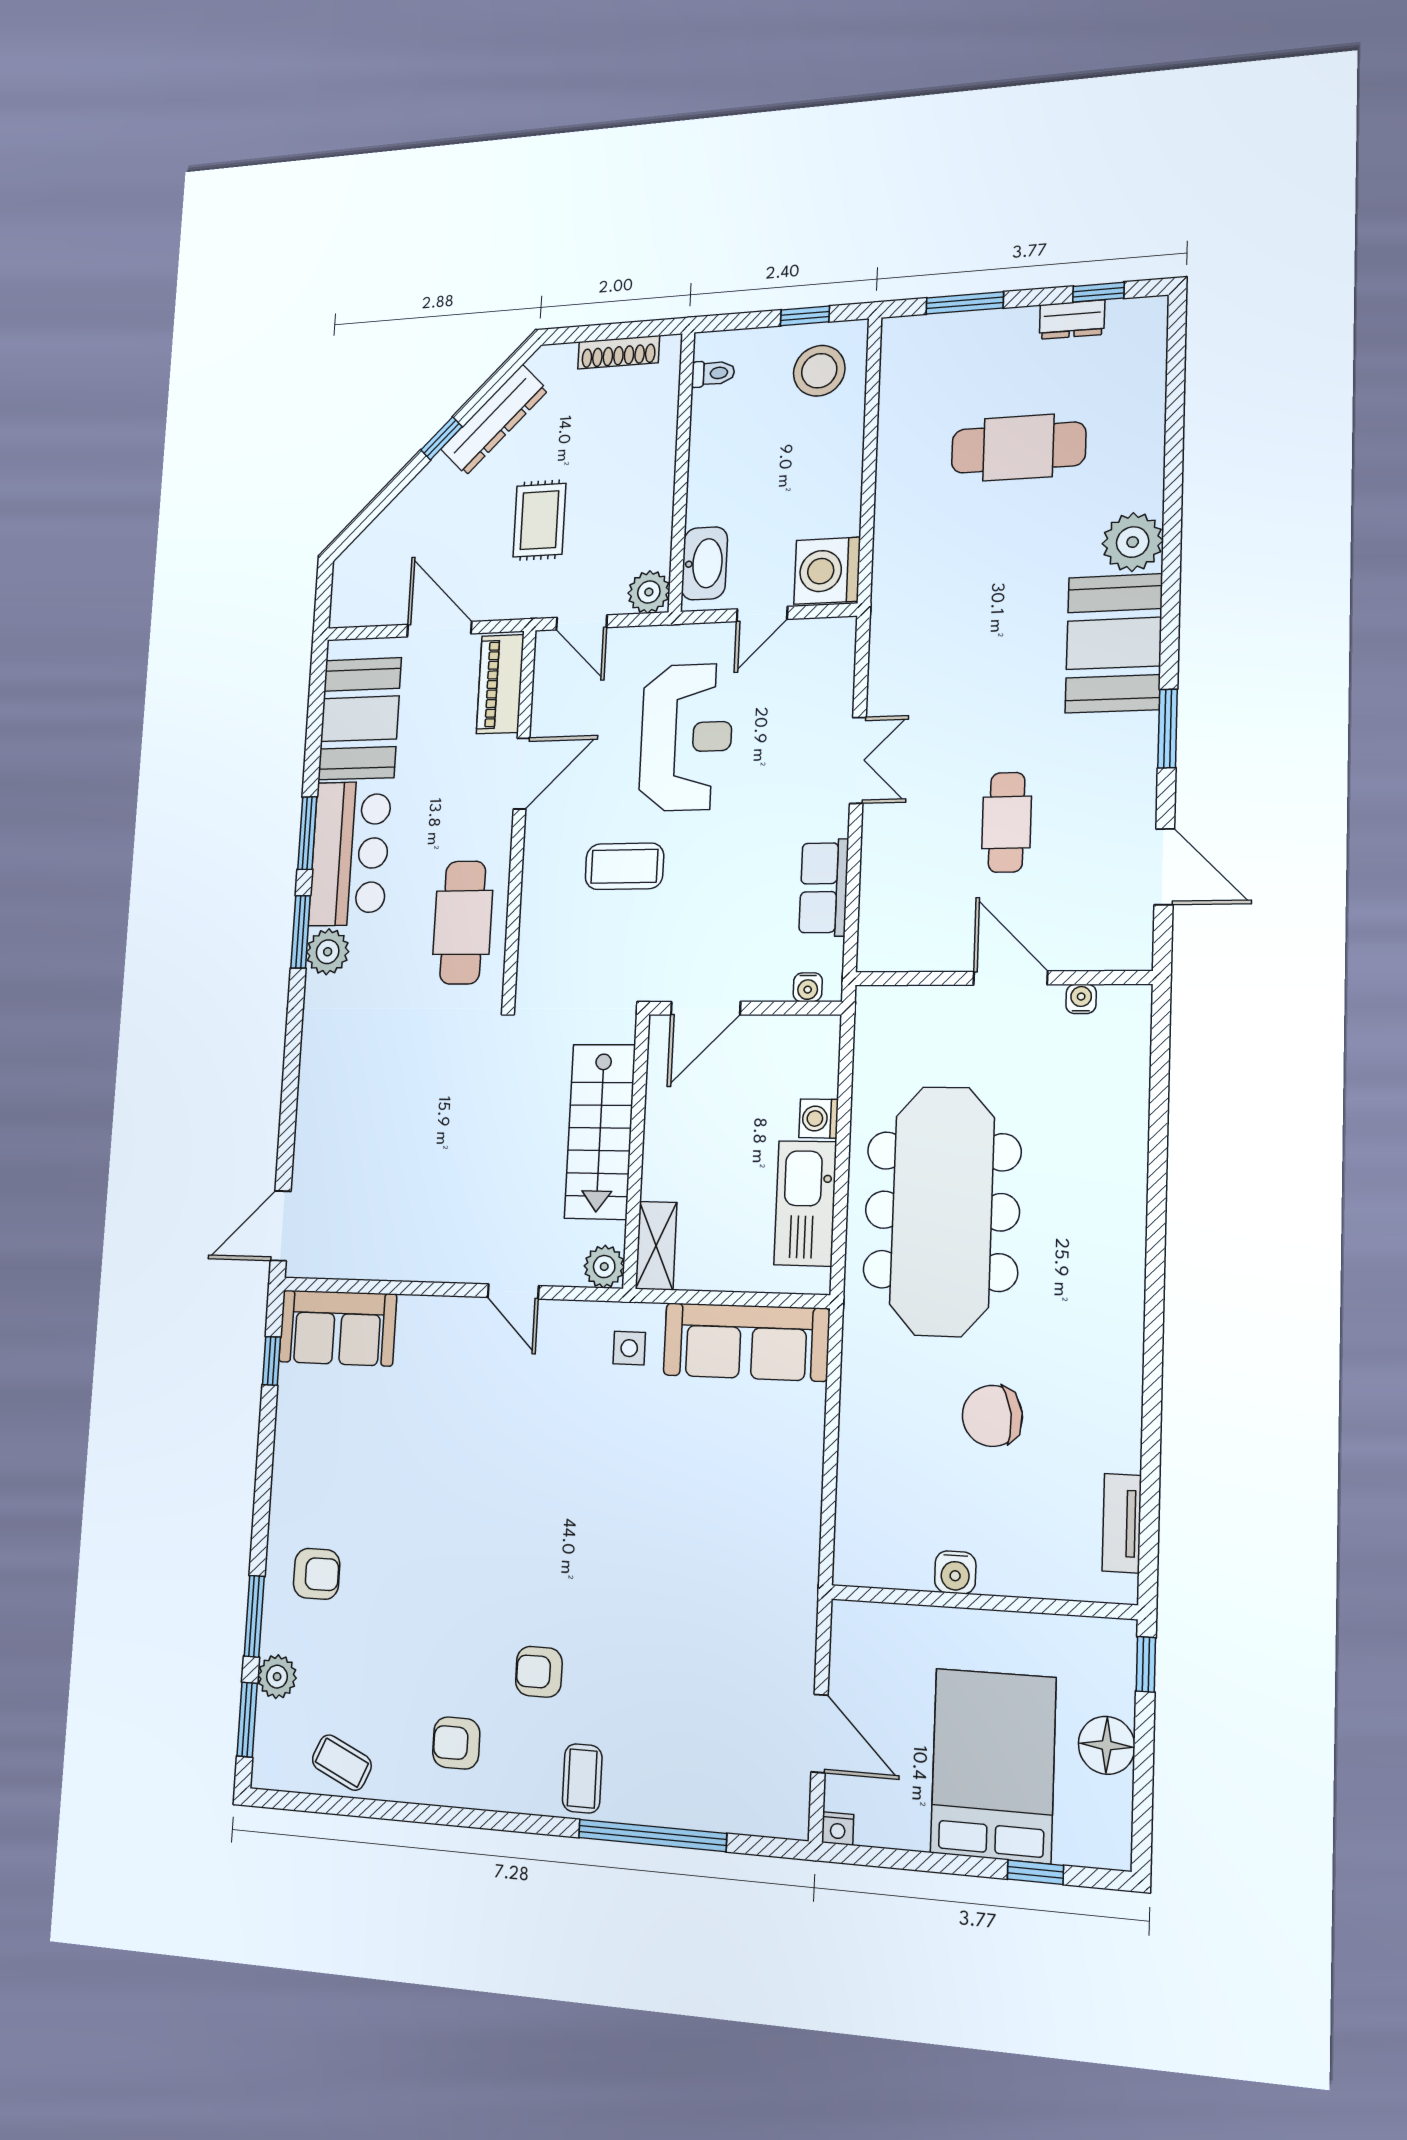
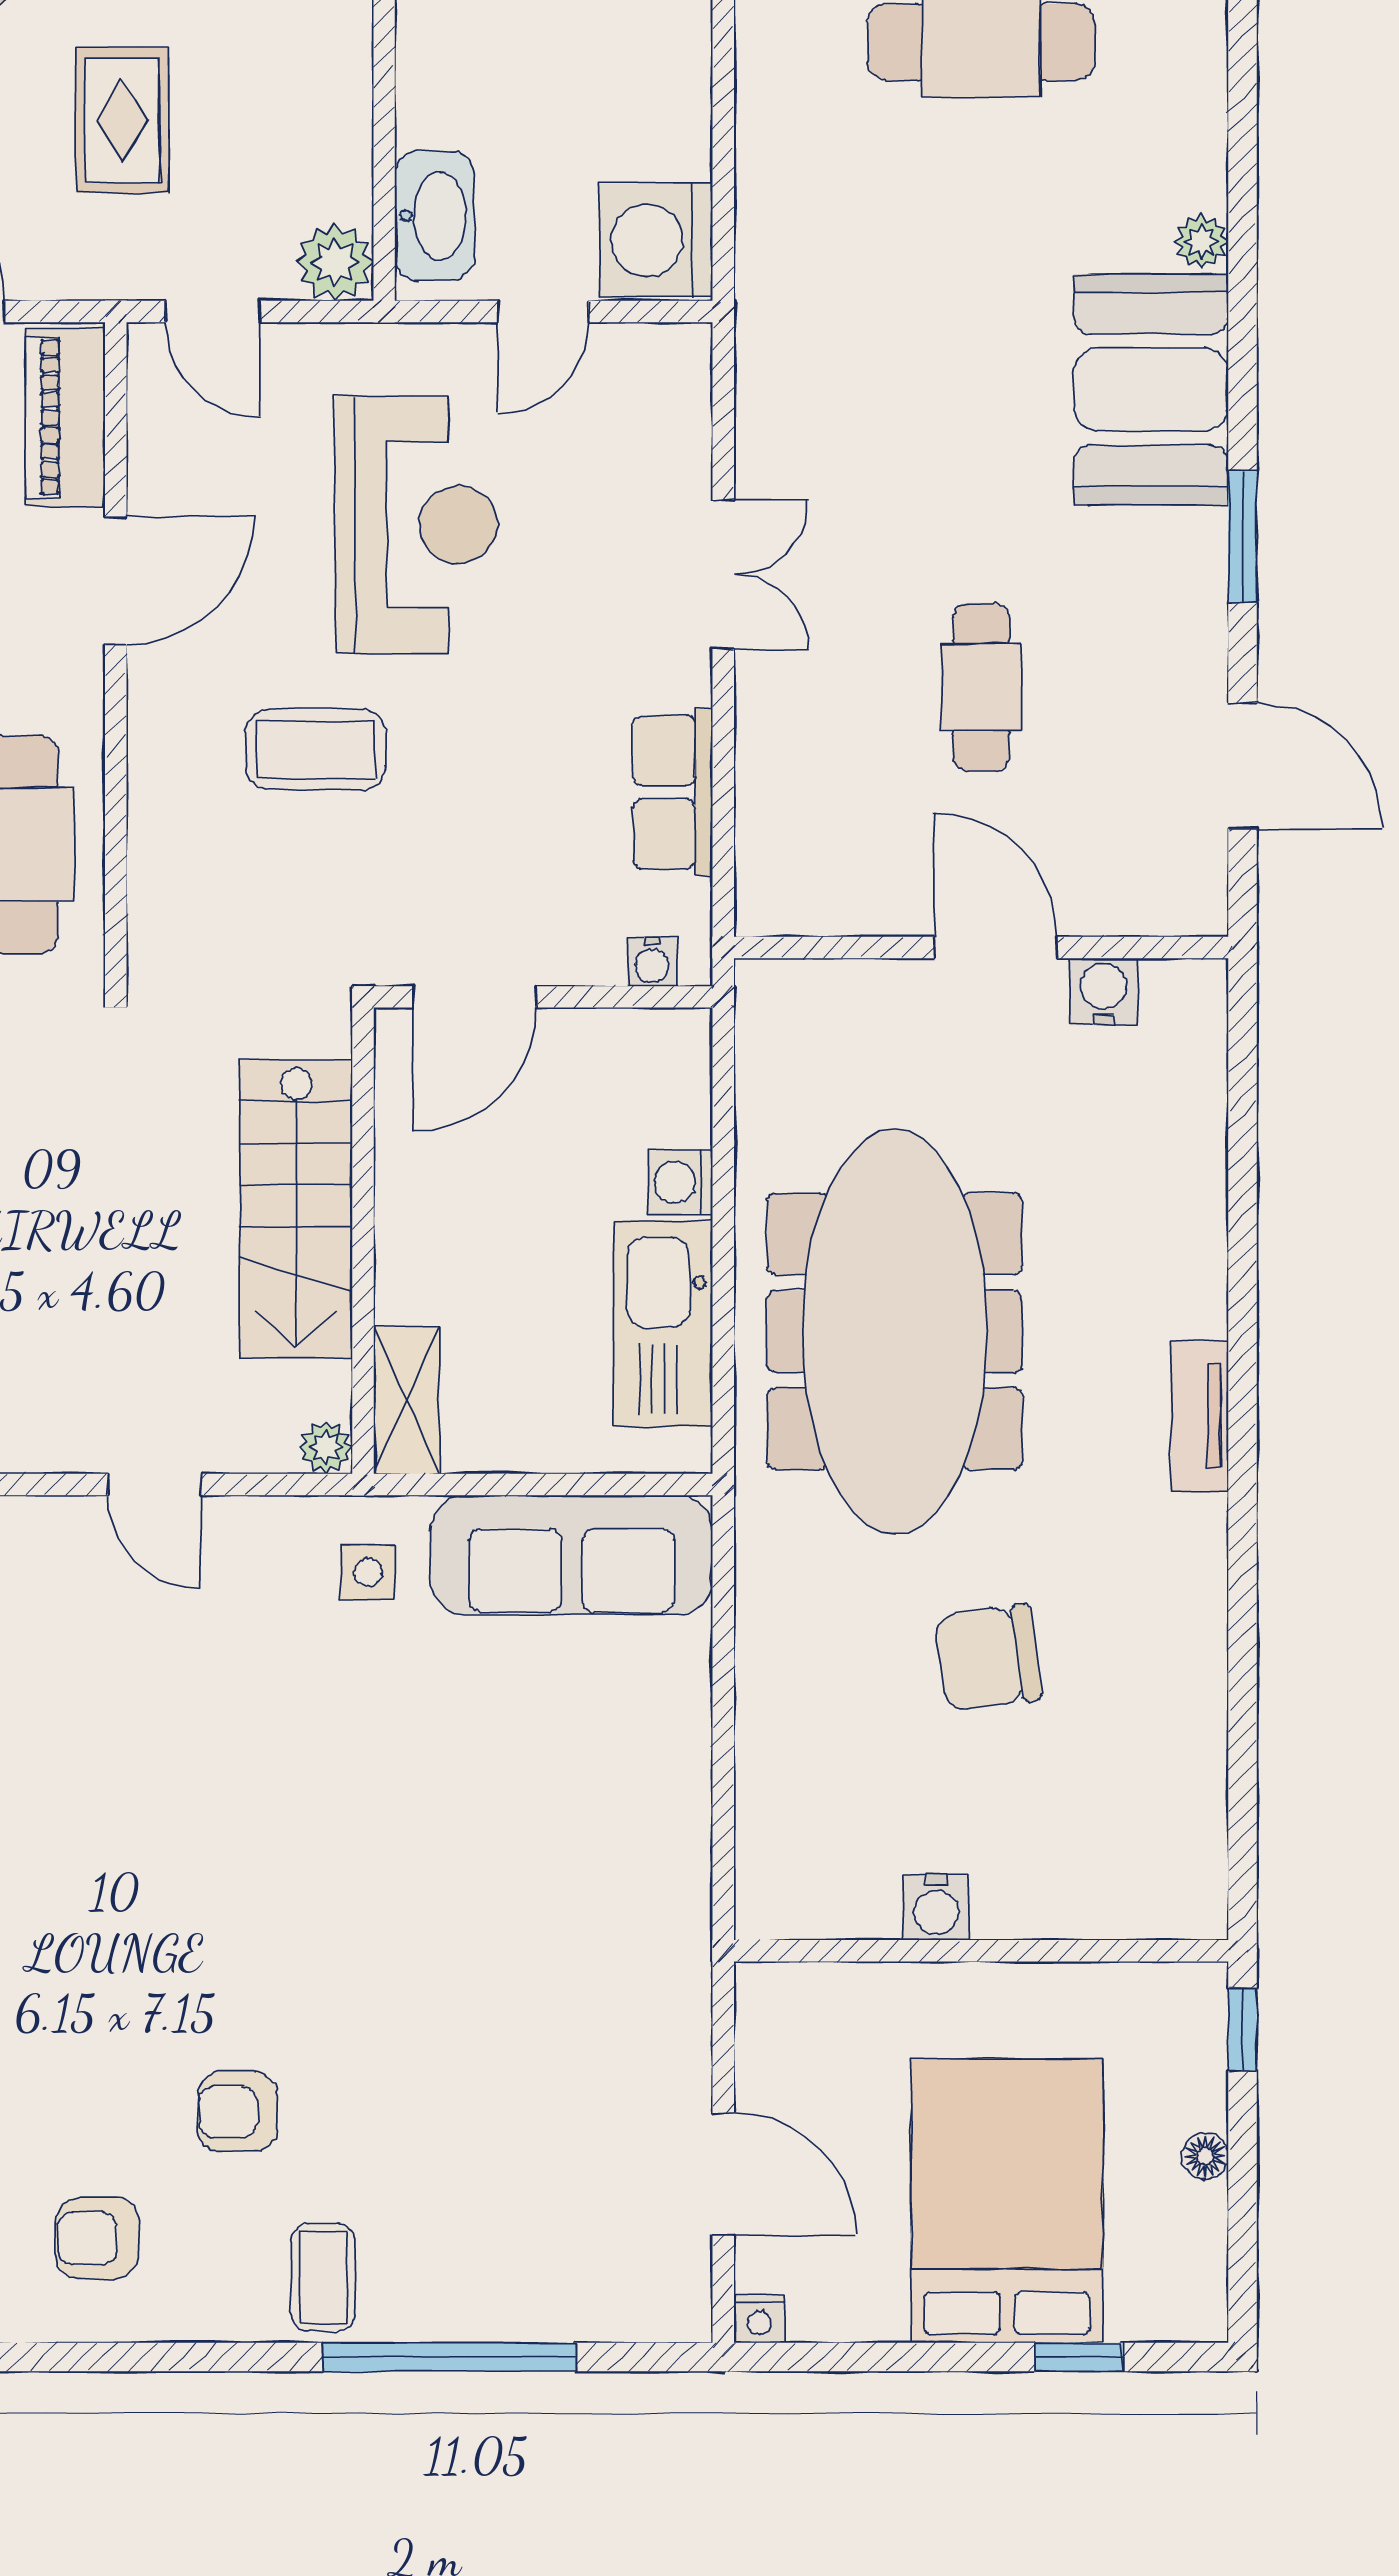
plant: (1133, 542) -> (1201, 241), width x0.53, depth x0.53
water cooler: (1081, 999) -> (1104, 992), width x1.38, depth x1.38
plant: (604, 1267) -> (326, 1447), width x0.73, depth x0.73
tv unit: (1122, 1523) -> (1200, 1416), moved
floor lamp: (1107, 1745) -> (1205, 2156), width x0.53, depth x0.53

